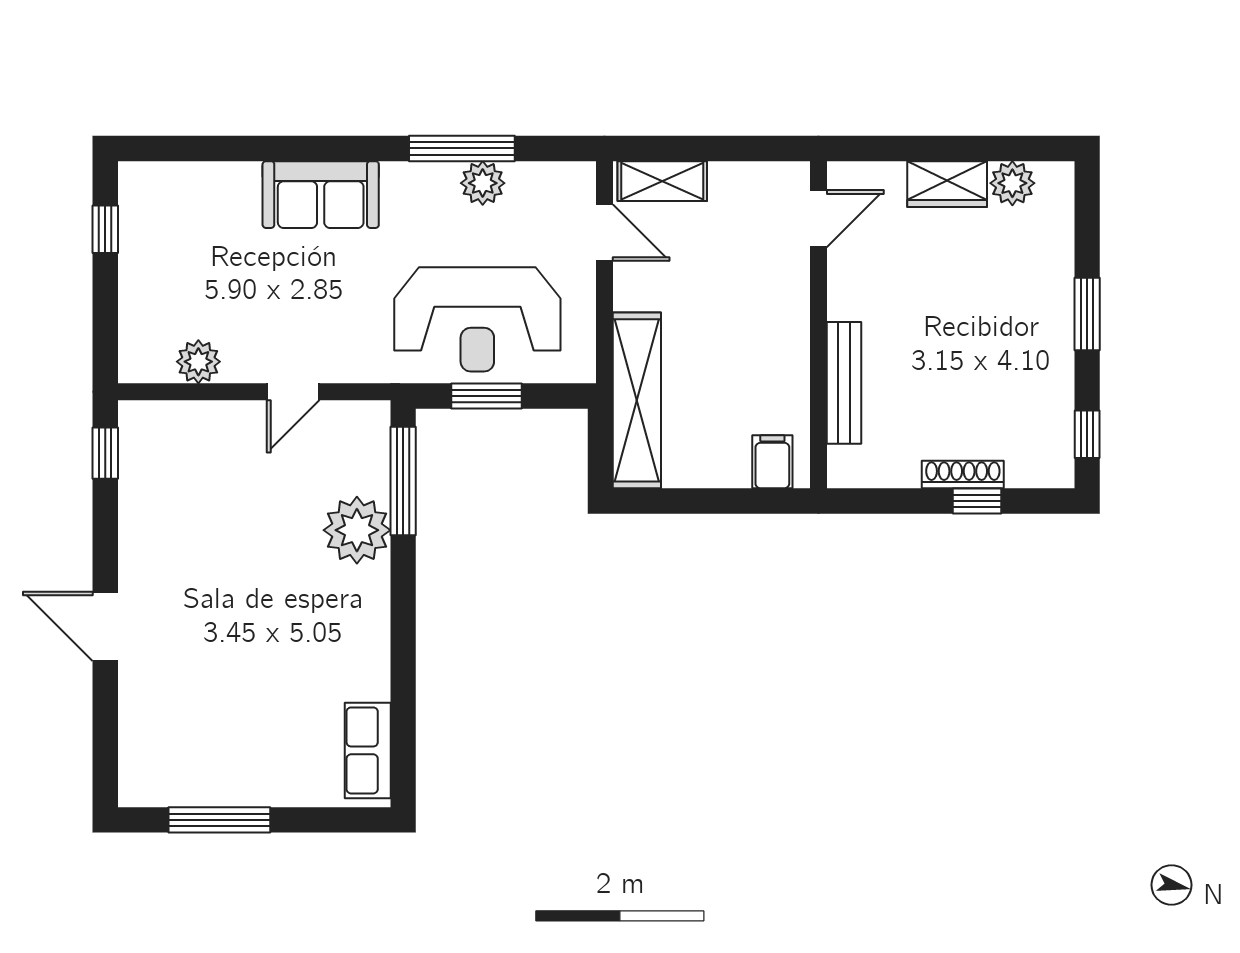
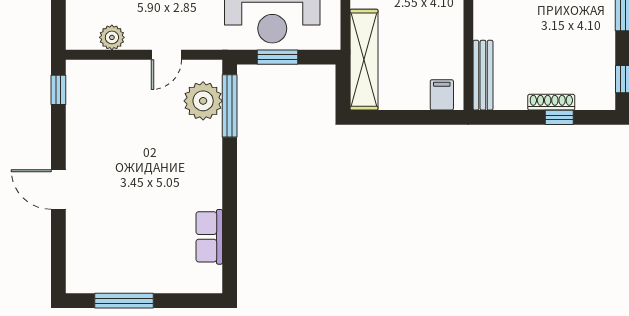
bench: (844, 383) -> (483, 75), moved
plant: (357, 530) -> (203, 101), moved
row of seats: (368, 750) -> (209, 237), moved

